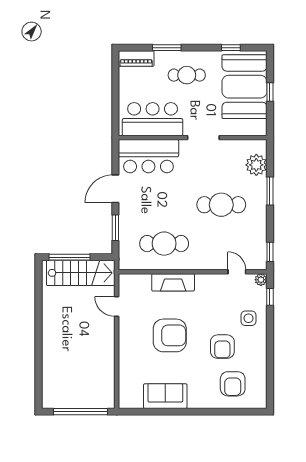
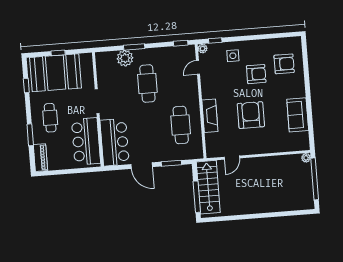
plant: (256, 165) -> (125, 58), moved
plant: (109, 403) -> (306, 158), added

